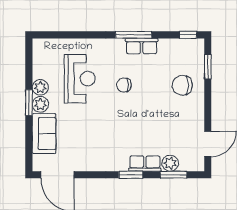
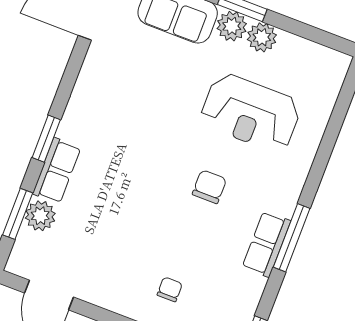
chair: (182, 85) -> (170, 289), width x0.54, depth x0.54

